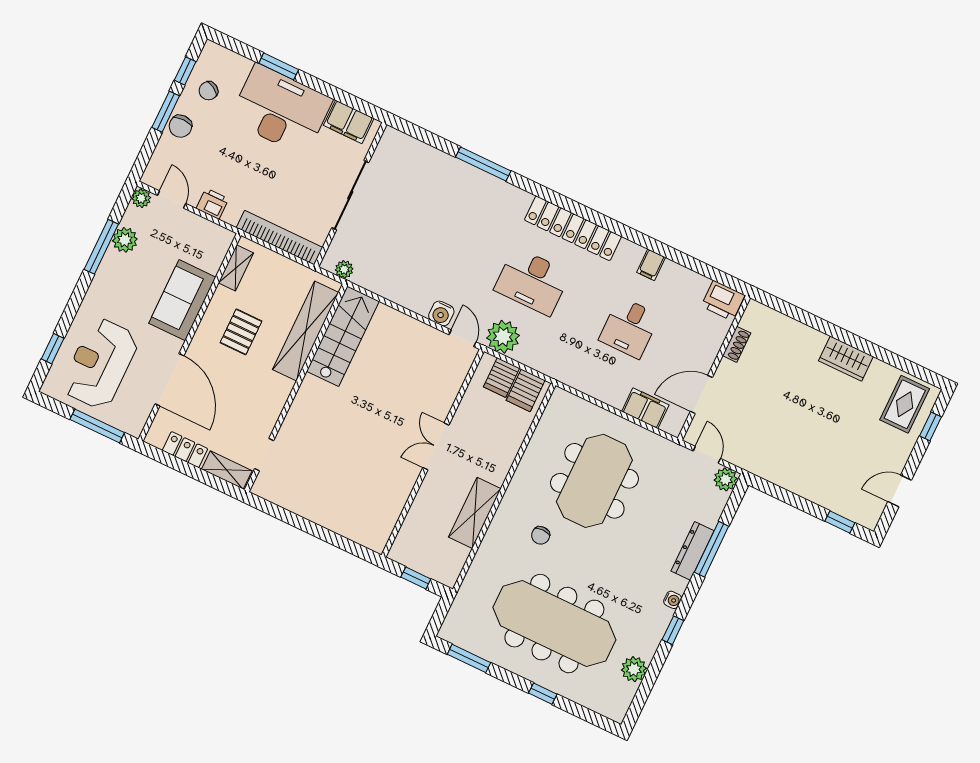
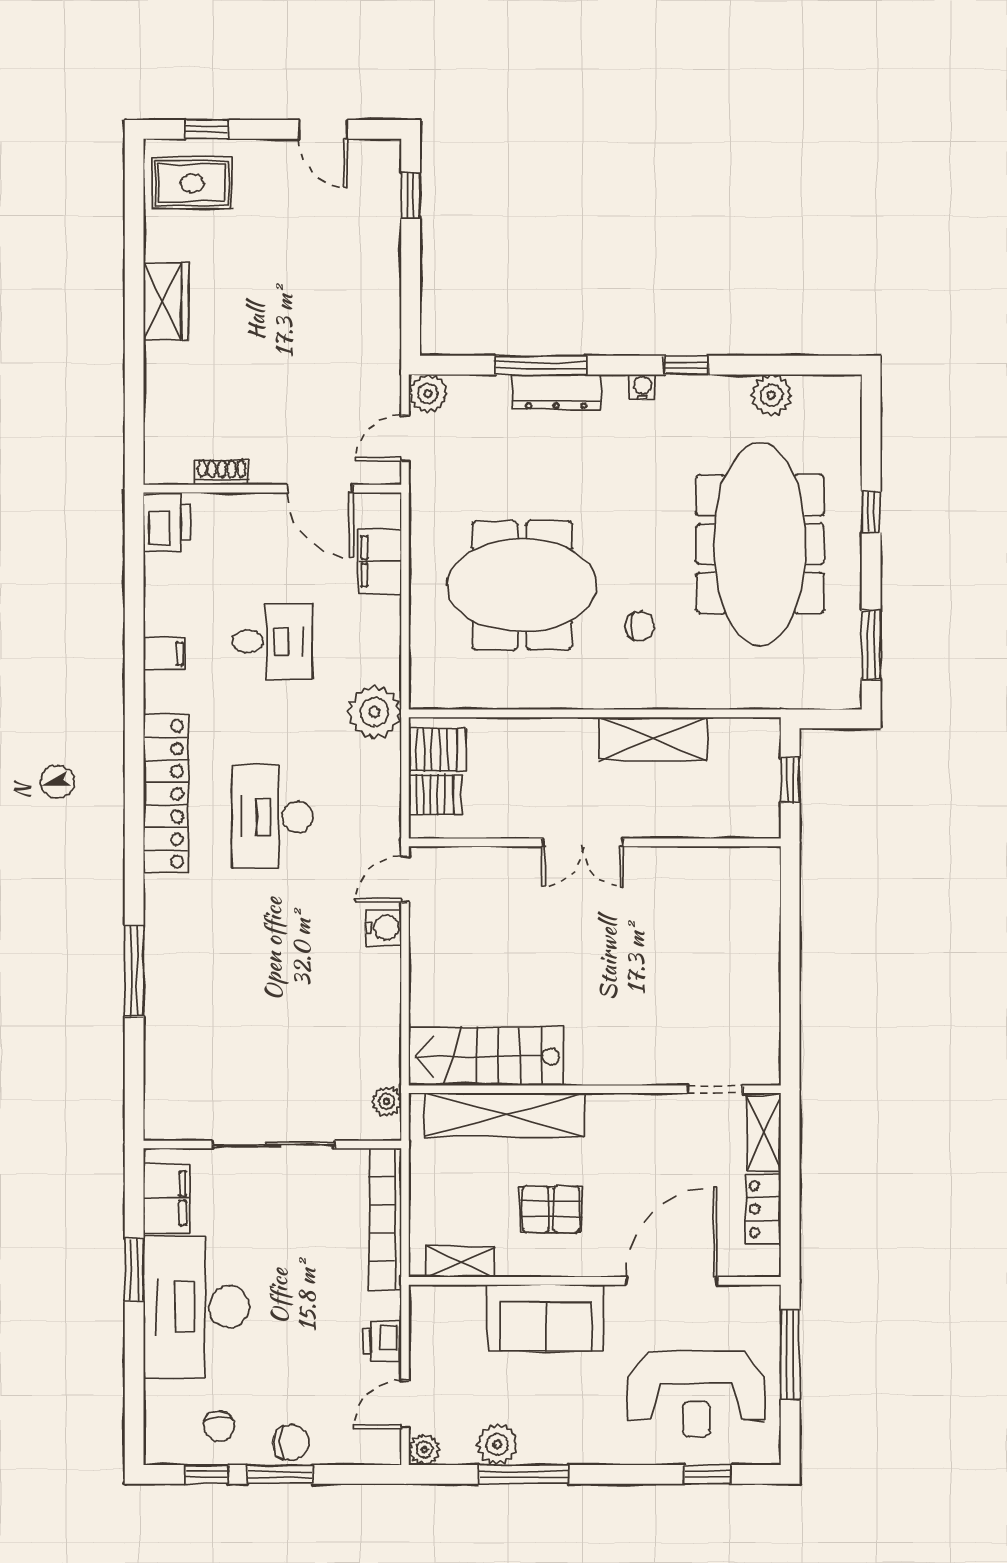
window: (279, 66) -> (134, 1270), moved
chair: (208, 91) -> (219, 1426), turned 59
desk: (532, 281) -> (272, 817), turned 180
plant: (503, 337) -> (374, 712), moved

